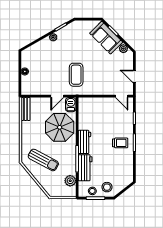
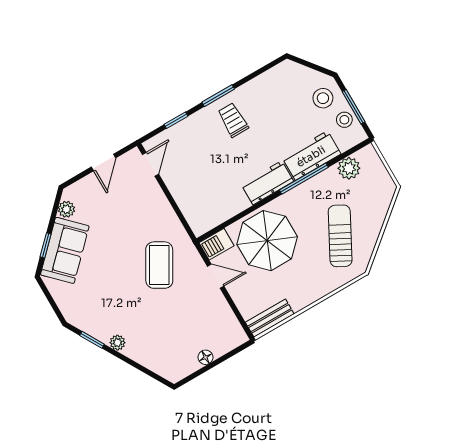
coffee table: (76, 75) -> (159, 265), turned -60

